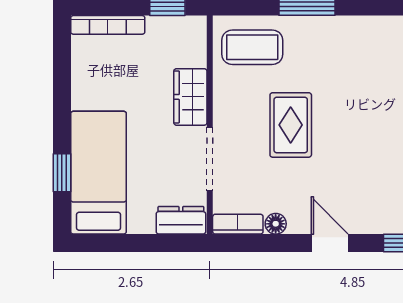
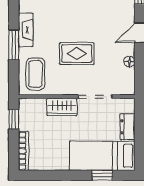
fireplace: (335, 29) -> (26, 30), added
dresser: (181, 220) -> (128, 127), moved
bookcase: (238, 224) -> (130, 82), removed

